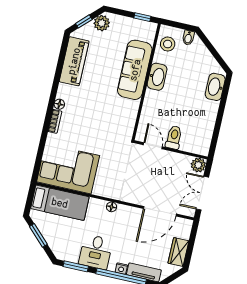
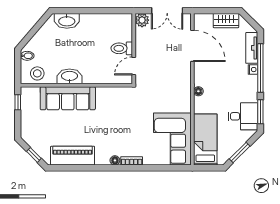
plant: (102, 23) -> (32, 138), removed
desk: (96, 252) -> (243, 116), moved

